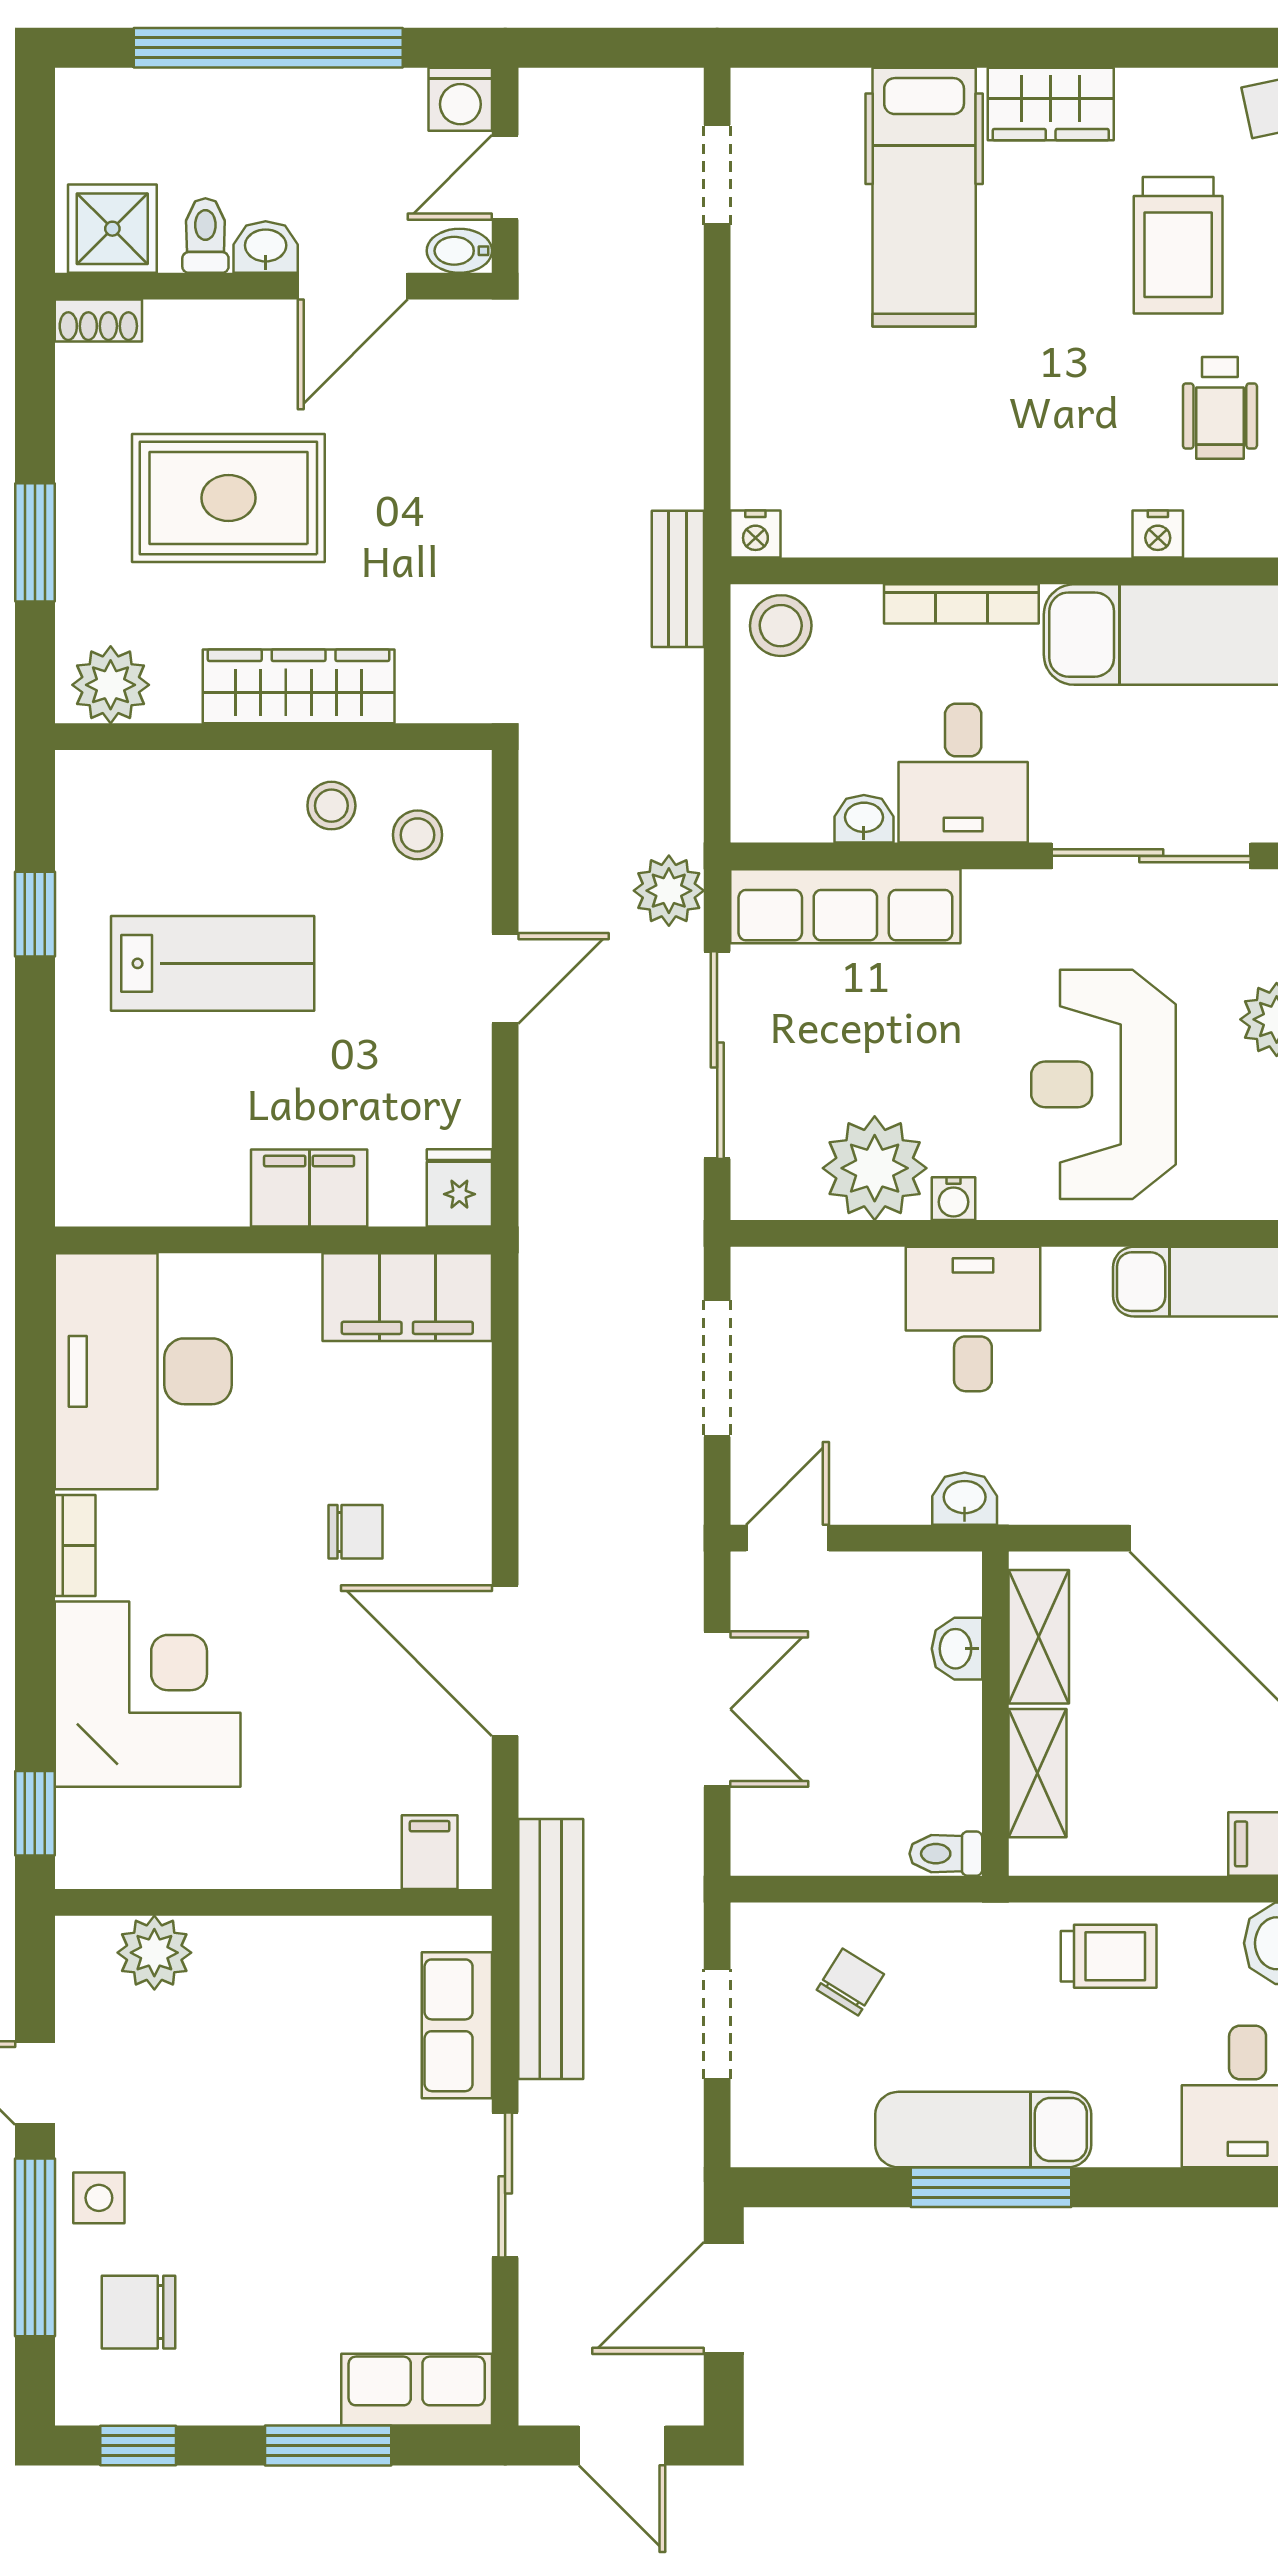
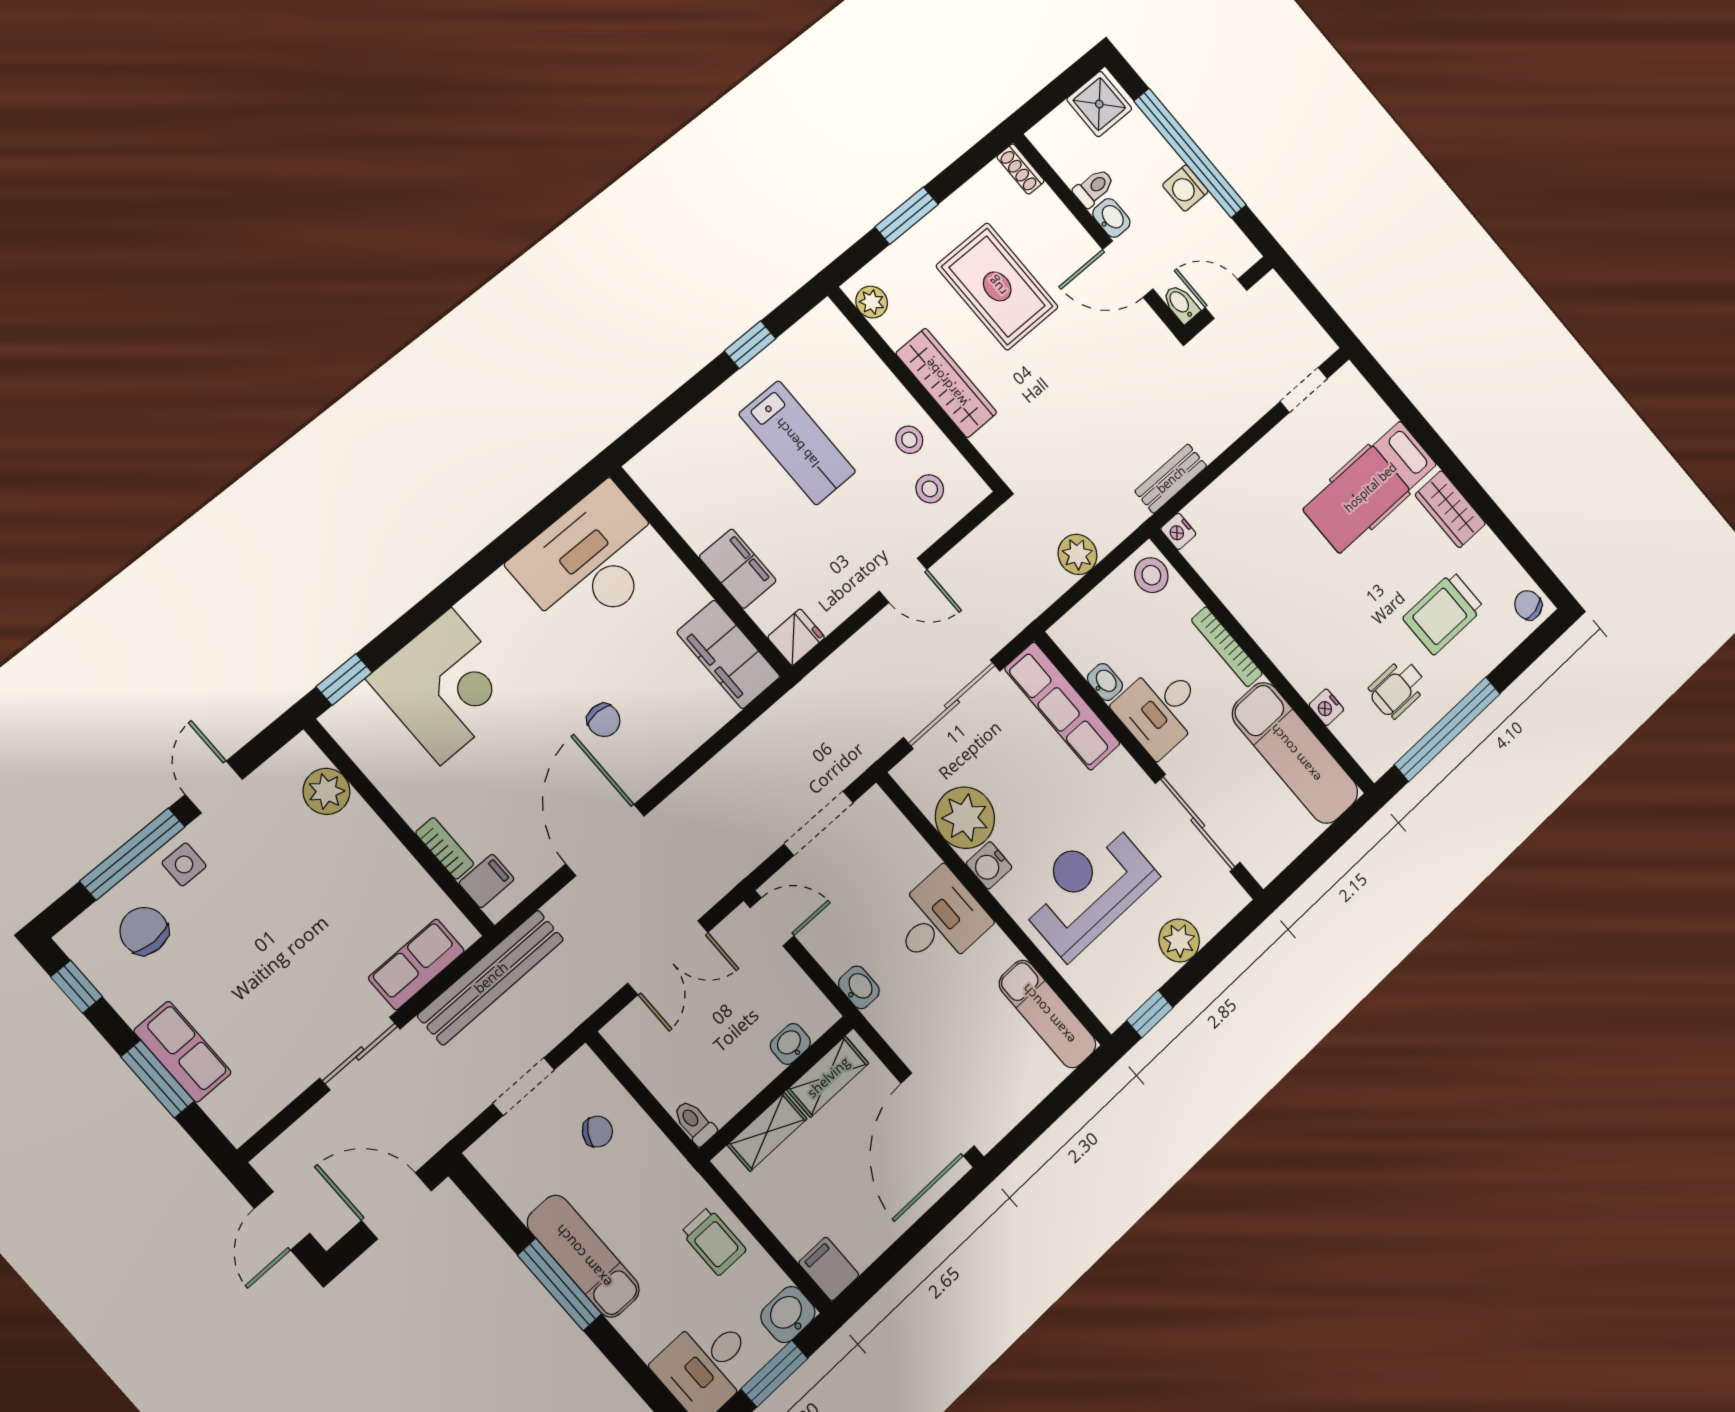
washing machine: (460, 99) -> (1185, 188), moved
shower: (112, 229) -> (1099, 104), moved
bench: (678, 579) -> (1171, 479), moved
plant: (111, 685) -> (872, 302), width x0.73, depth x0.73
plant: (669, 891) -> (1078, 554), moved
water cooler: (953, 1199) -> (989, 865), width x1.38, depth x1.38
bookcase: (75, 1545) -> (445, 848), moved, turned -90
row of seats: (417, 2390) -> (183, 1052), moved

